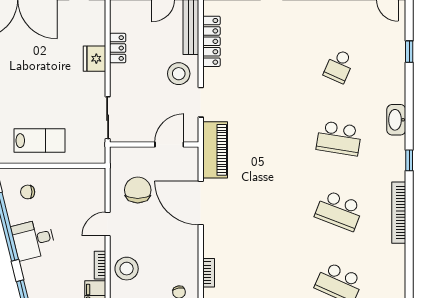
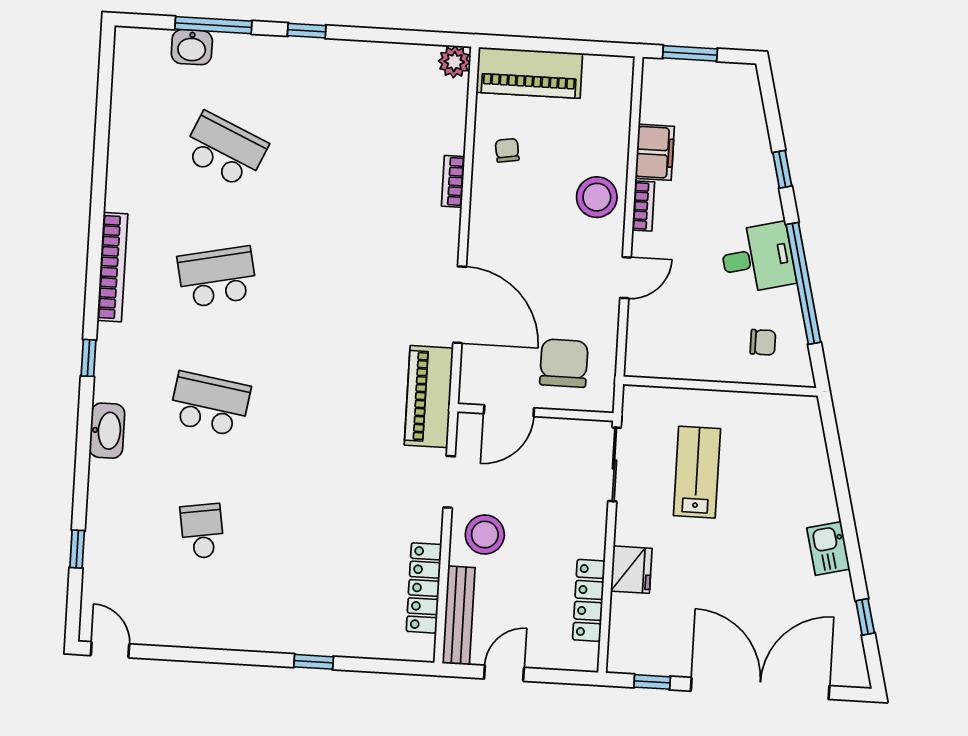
locker: (118, 48) -> (589, 600), width x1.53
school desk: (339, 66) -> (202, 531), turned -33
lab bench: (40, 141) -> (697, 472), moved, turned 90
chair: (138, 190) -> (564, 363), moved, turned 180
school desk: (339, 211) -> (217, 277), turned -33

